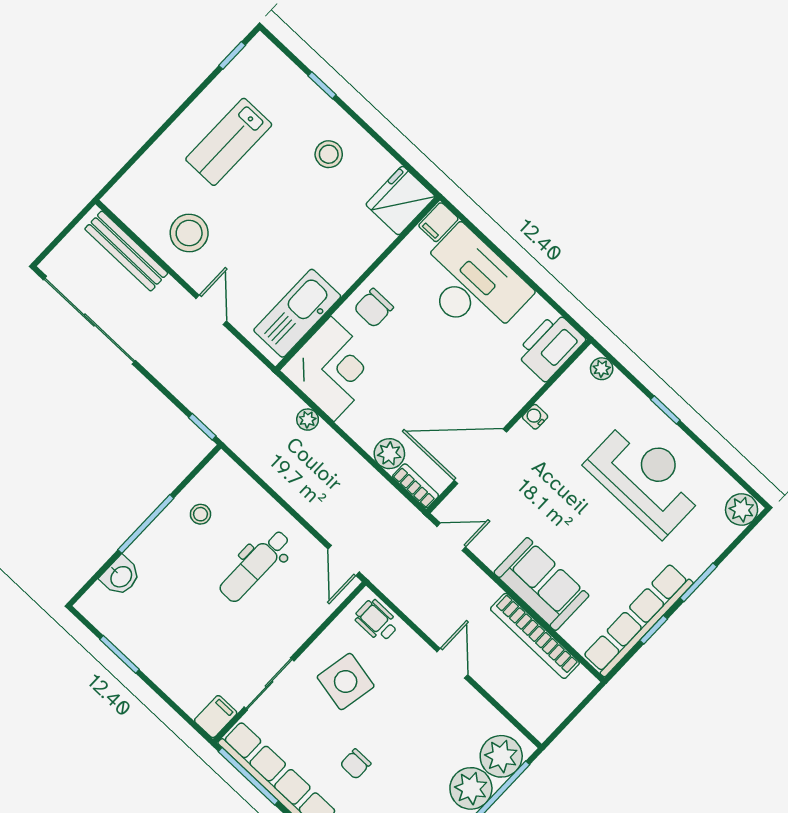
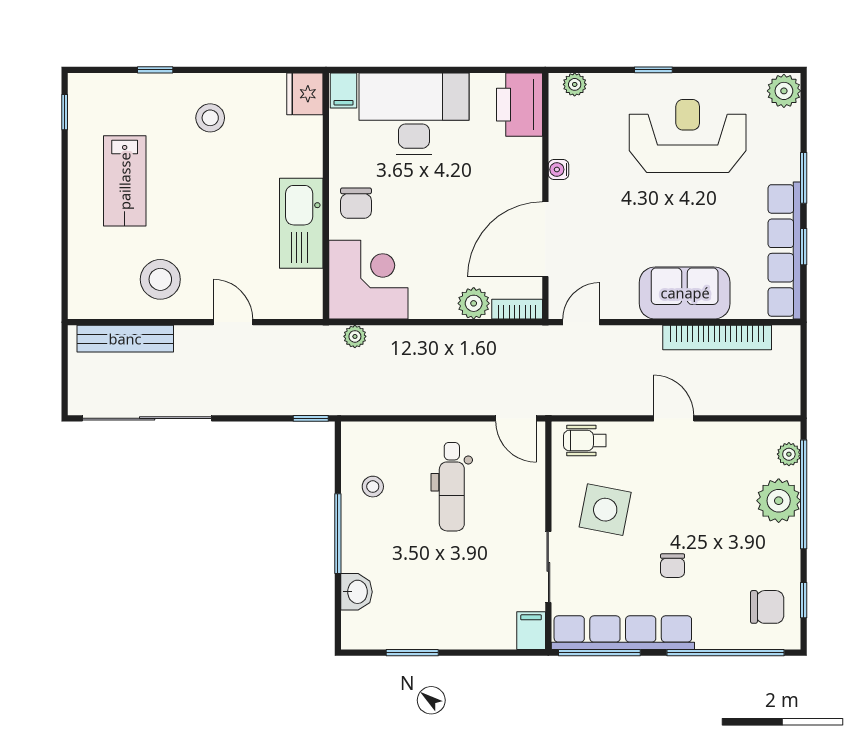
fridge: (400, 201) -> (305, 94), width x0.73, depth x0.75
kitchen sink: (297, 313) -> (301, 223), moved
plant: (308, 420) -> (355, 336), moved
plant: (501, 756) -> (789, 454), width x0.53, depth x0.53

